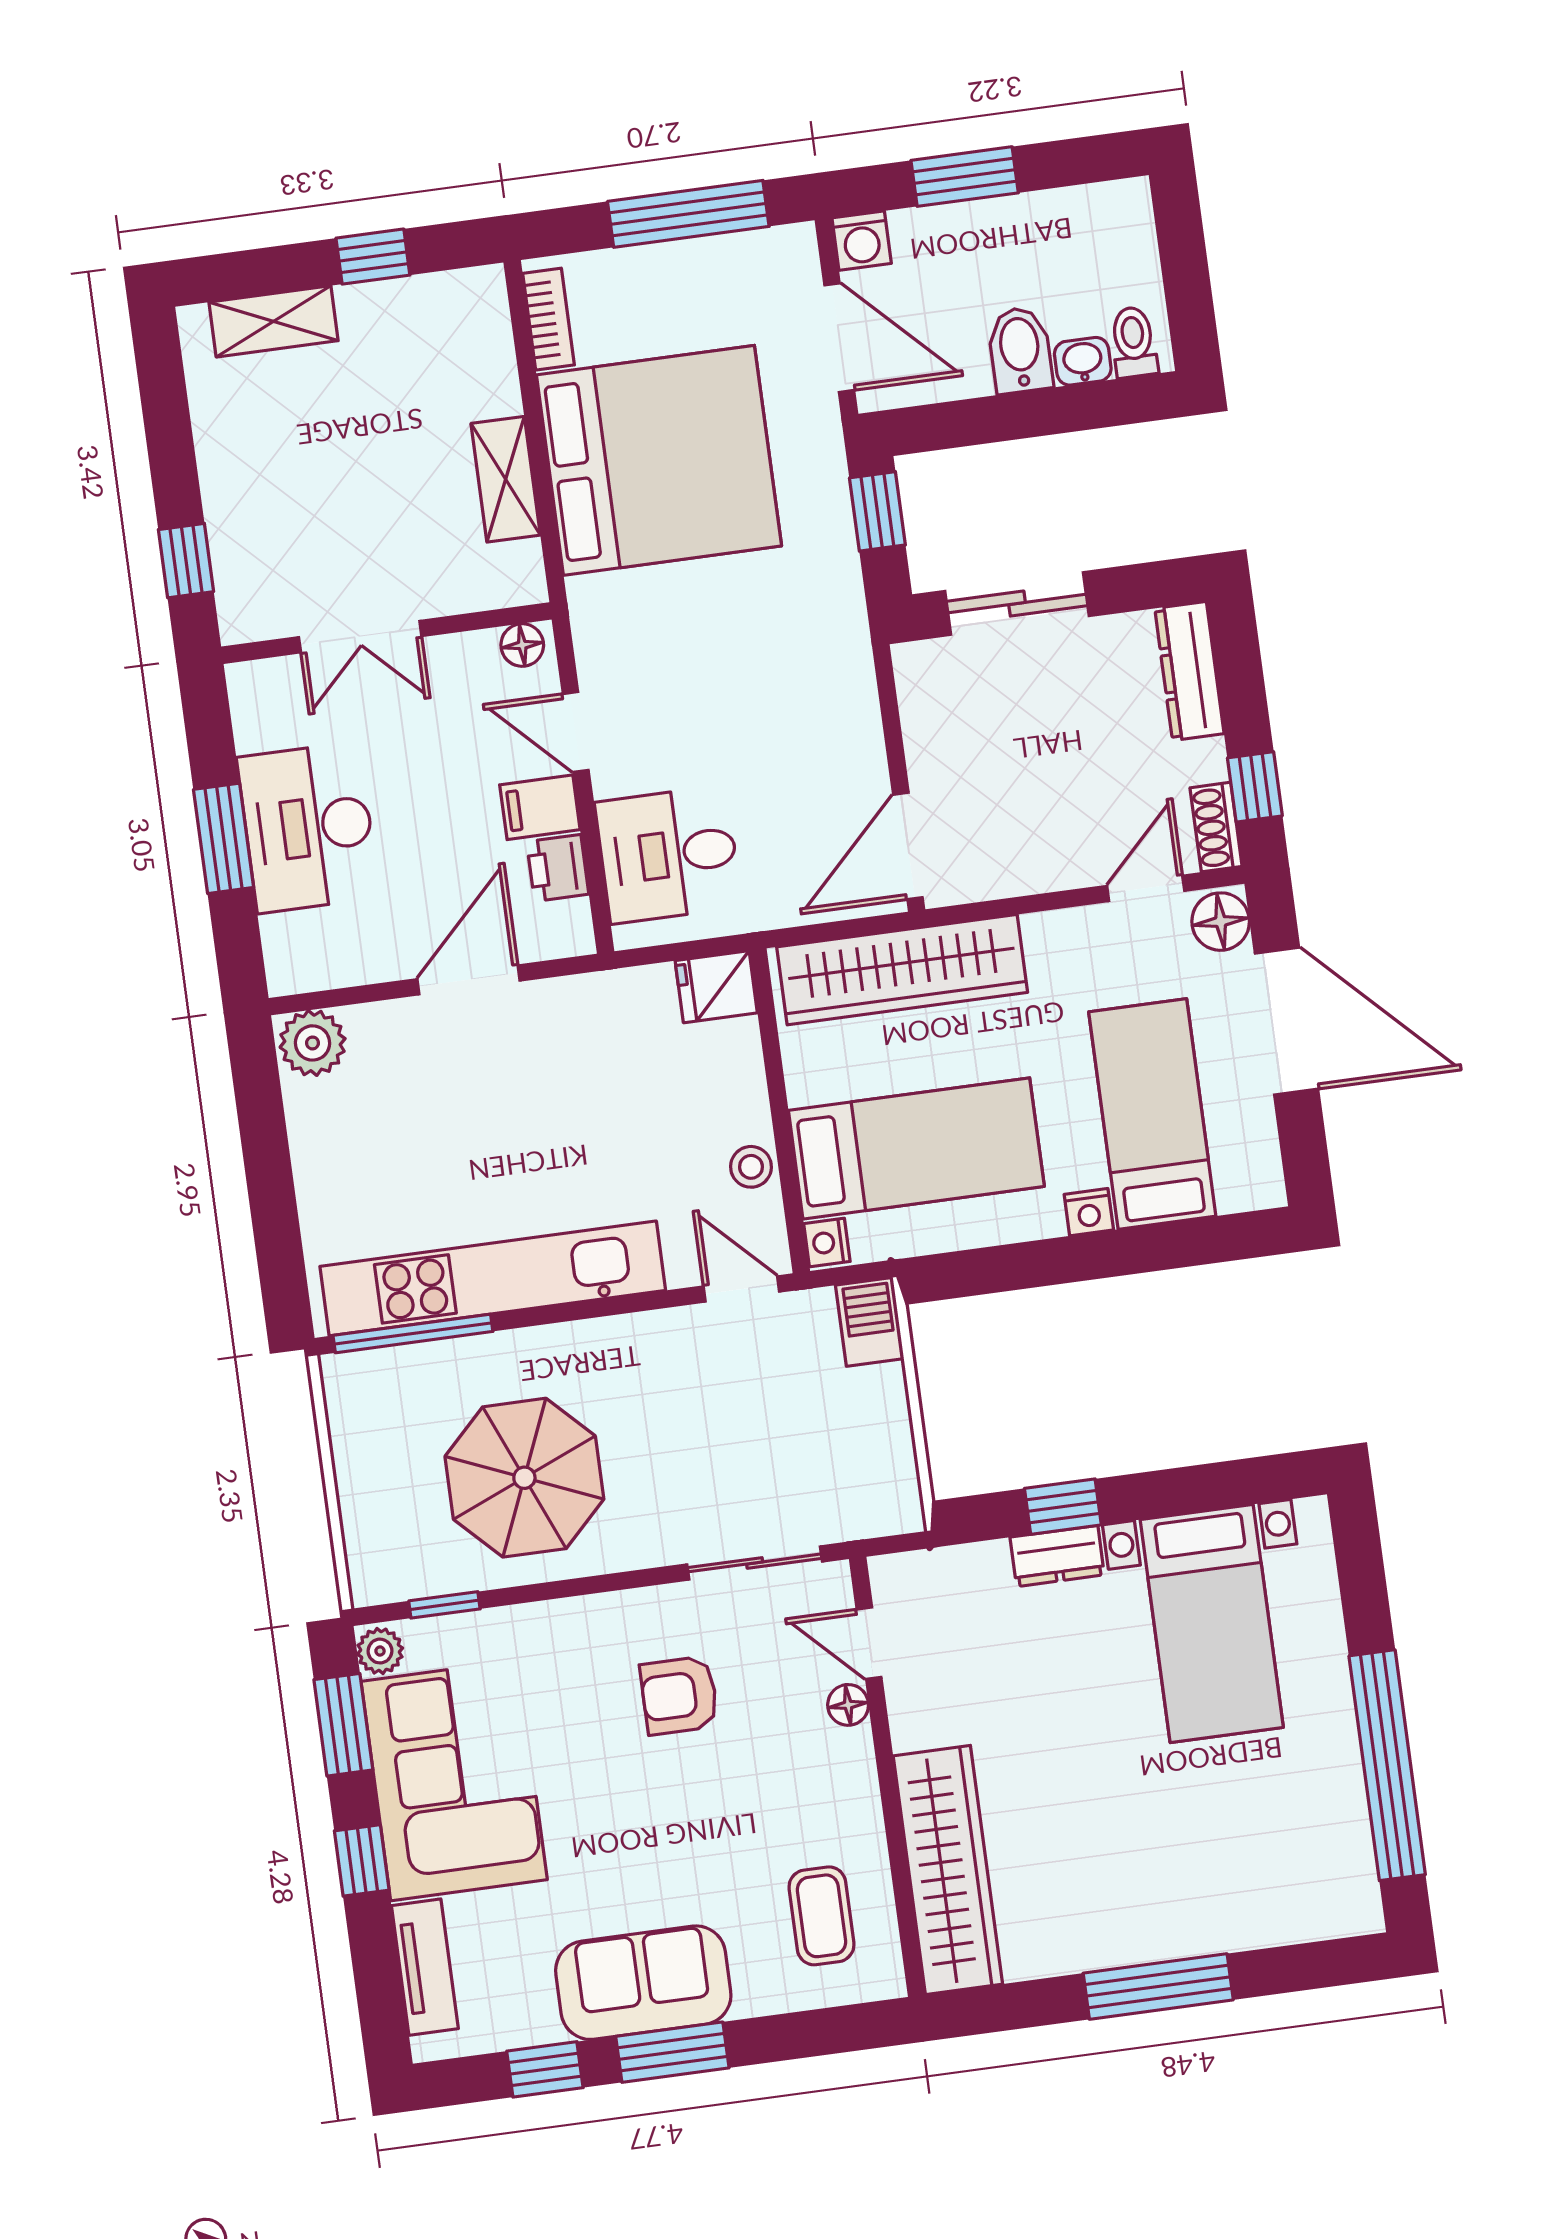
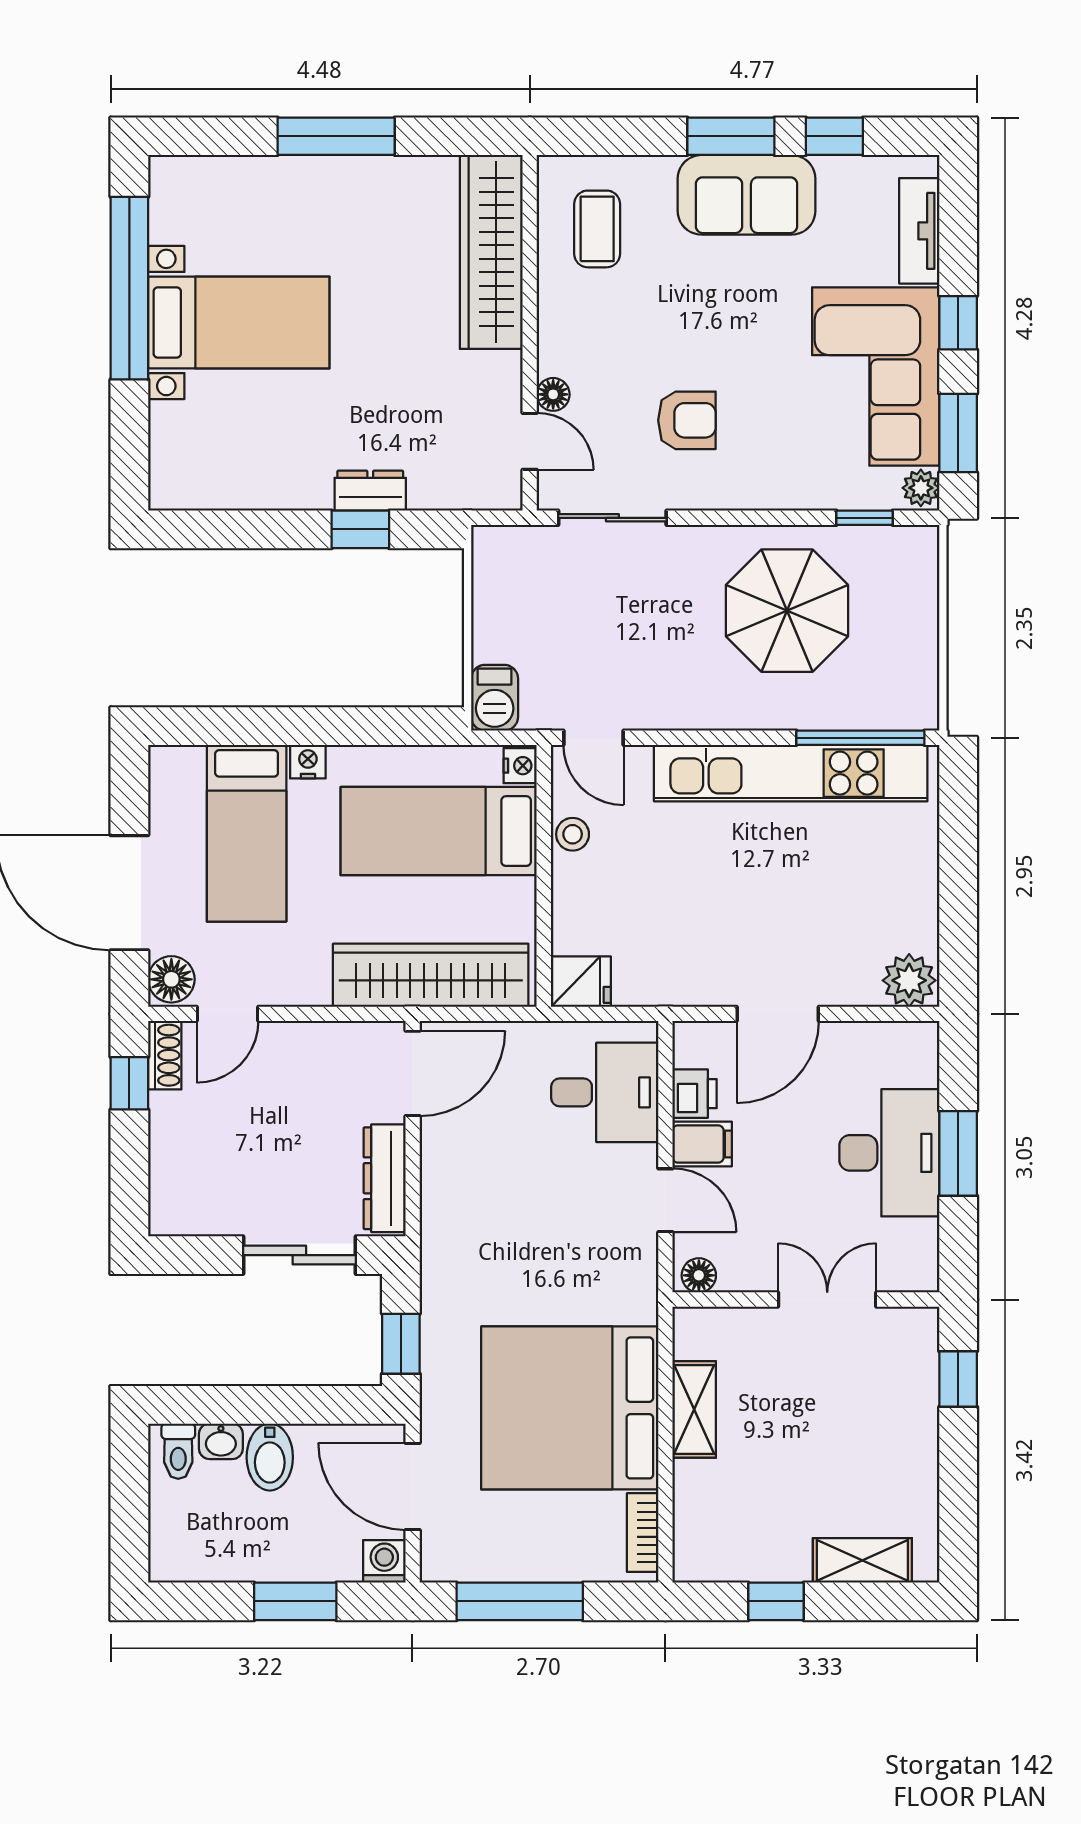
dresser: (1189, 671) -> (385, 1178), moved, turned 180
bed with nightstands: (1212, 1624) -> (239, 322), moved, turned 90

